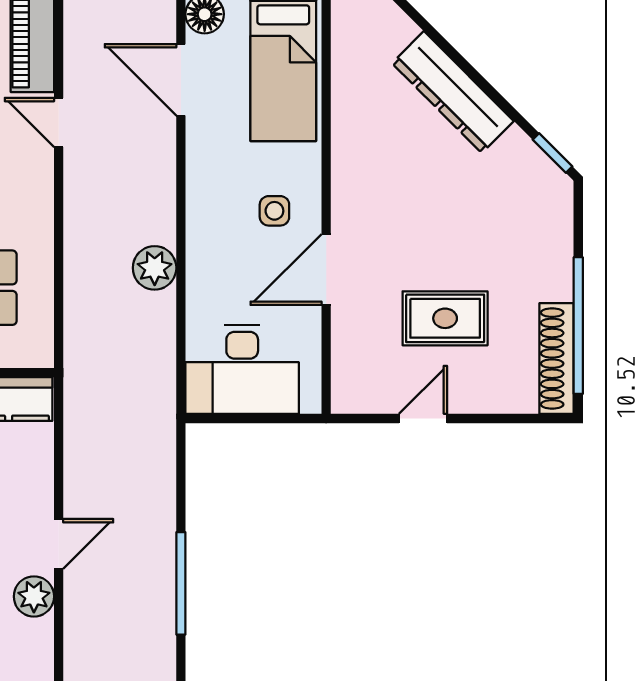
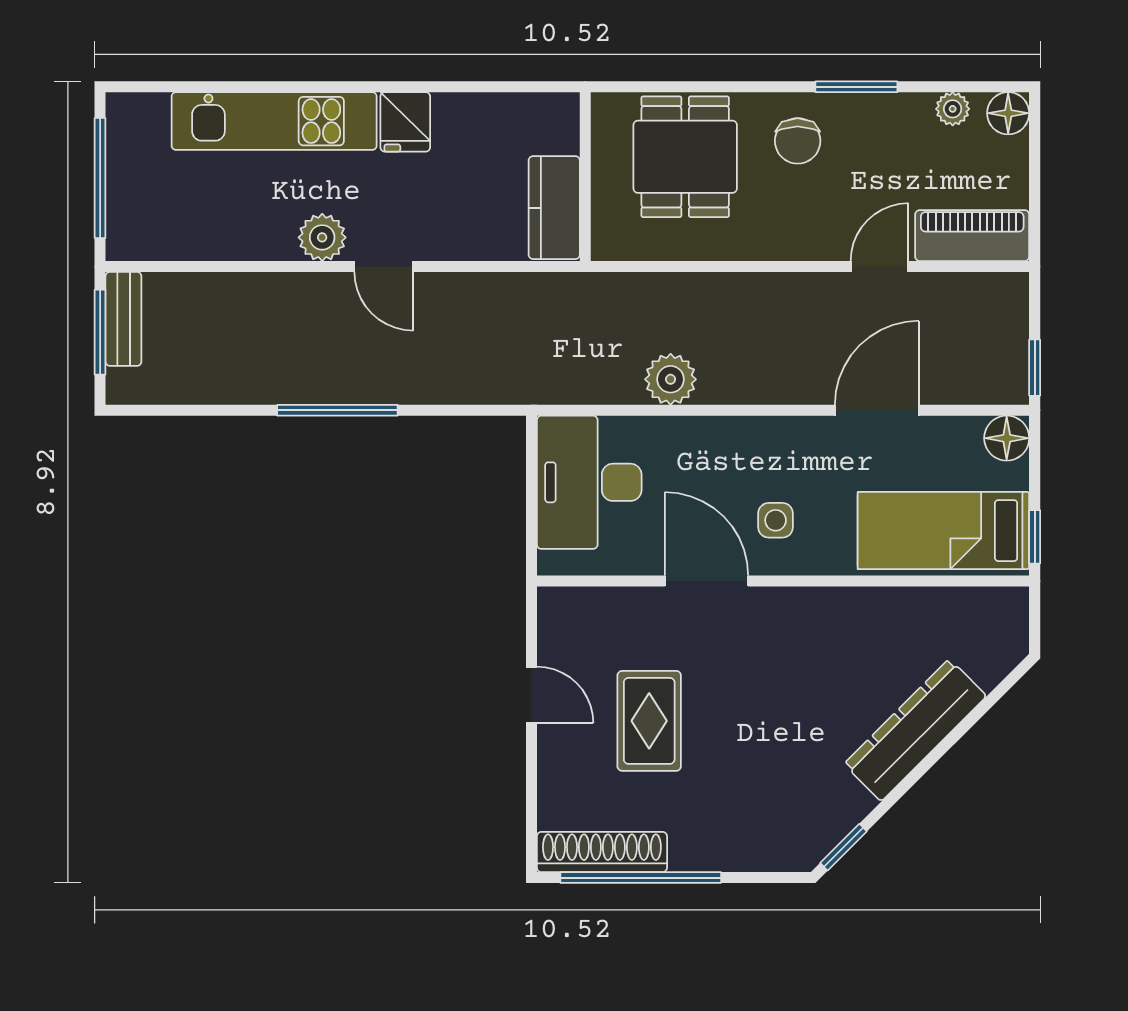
door: (181, 80) -> (877, 410), moved
plant: (155, 268) -> (671, 379), moved

